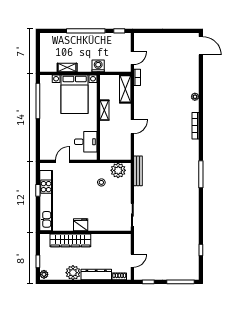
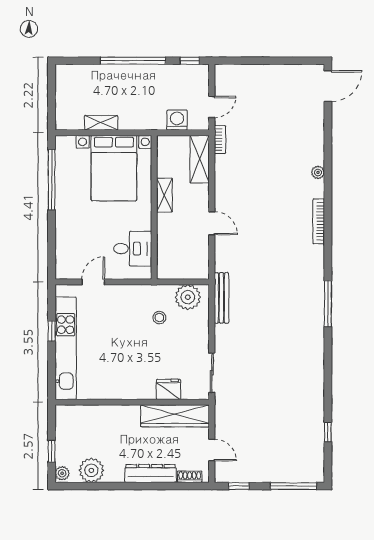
door: (201, 46) -> (328, 86), hinge flipped
washing machine: (98, 66) -> (177, 120), moved
door: (132, 127) -> (212, 223), hinge flipped
fridge: (81, 225) -> (168, 389), moved
wardrobe: (70, 240) -> (175, 416), moved
door: (132, 261) -> (212, 450), hinge flipped
plant: (73, 273) -> (91, 470), moved

